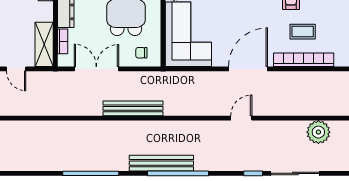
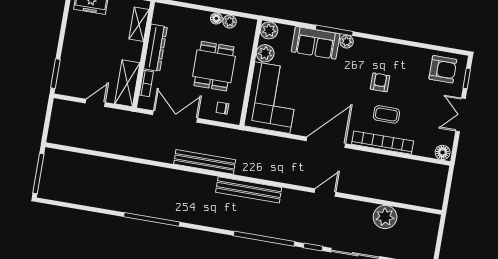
door: (16, 69) -> (95, 103), swing flipped
door: (241, 118) -> (325, 192), moved
bench: (161, 163) -> (249, 190), moved
window: (178, 173) -> (264, 239), moved

